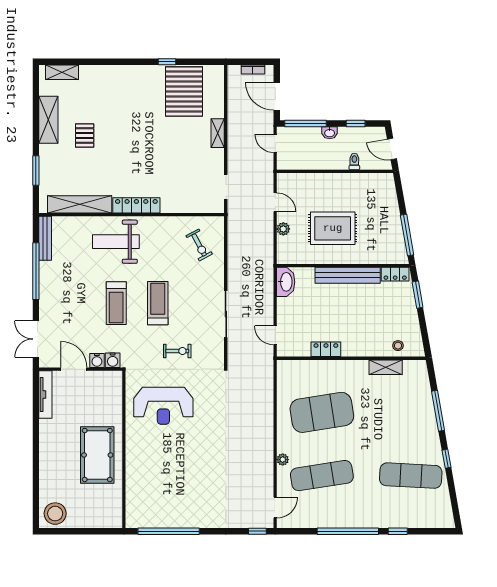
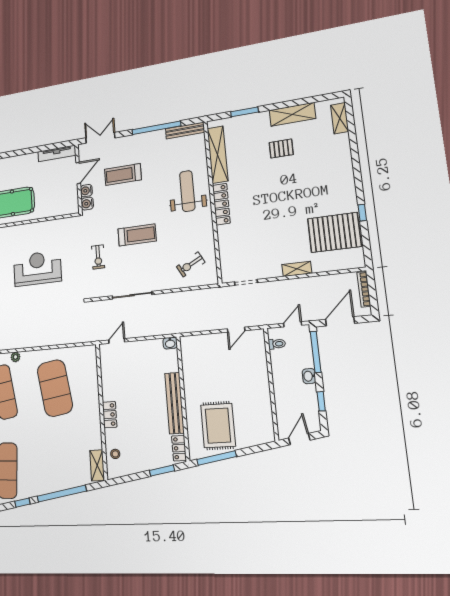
bookcase: (253, 69) -> (364, 289), width x1.56
toilet: (354, 161) -> (277, 344), moved
rug: (333, 228) -> (218, 426), moved
plant: (283, 229) -> (212, 340), removed
washbasin: (286, 282) -> (170, 343), width x0.52, depth x0.69
treadmill: (116, 303) -> (123, 174), moved
locker: (326, 349) -> (110, 415), moved
shelving: (386, 367) -> (97, 465), moved
reception desk: (163, 406) -> (37, 268), moved, turned 90
window: (438, 411) -> (62, 494), width x1.46

